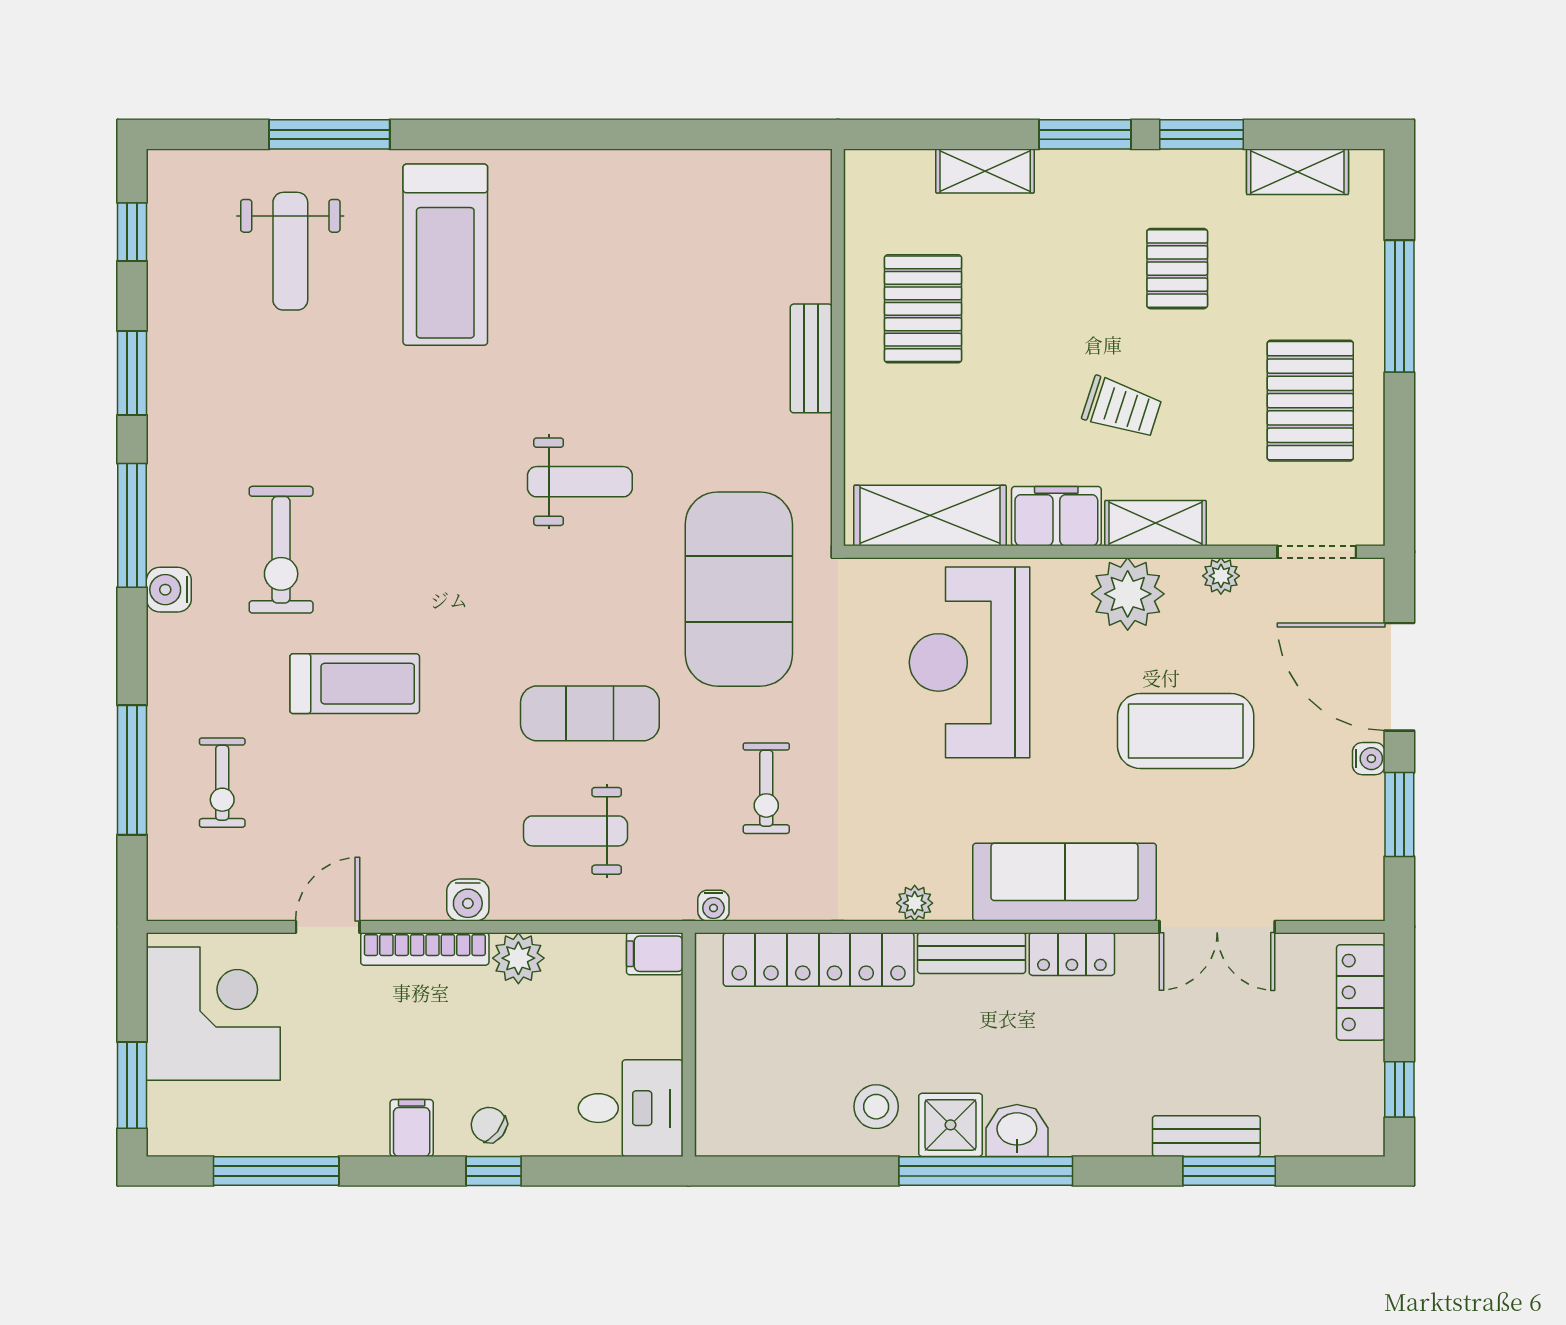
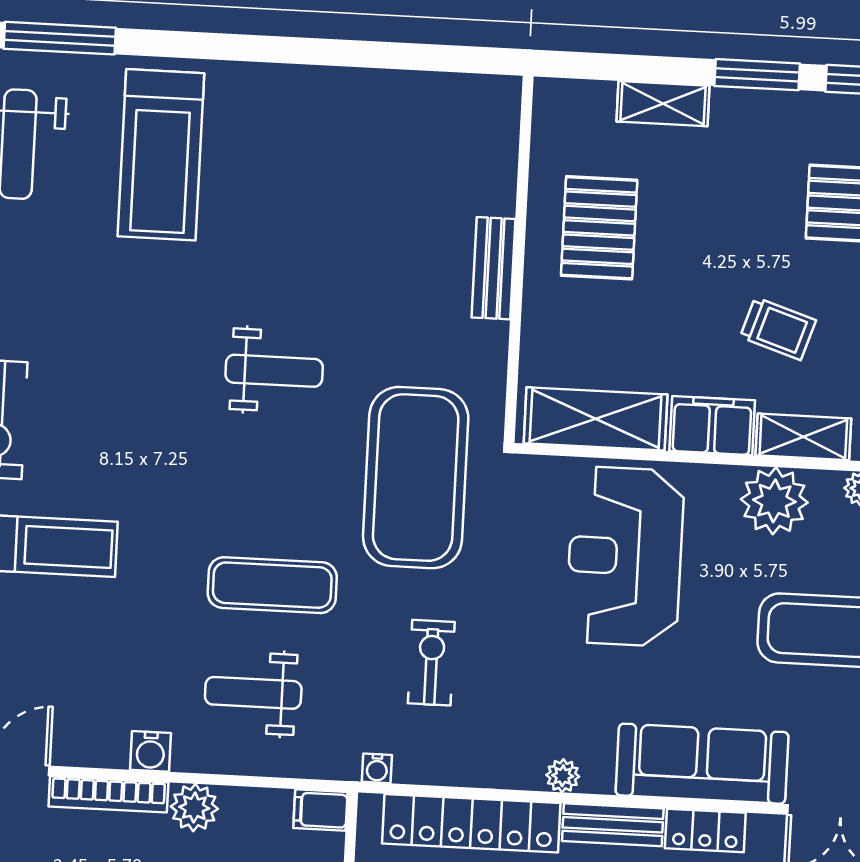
exercise bike: (766, 788) -> (431, 663), turned 180

